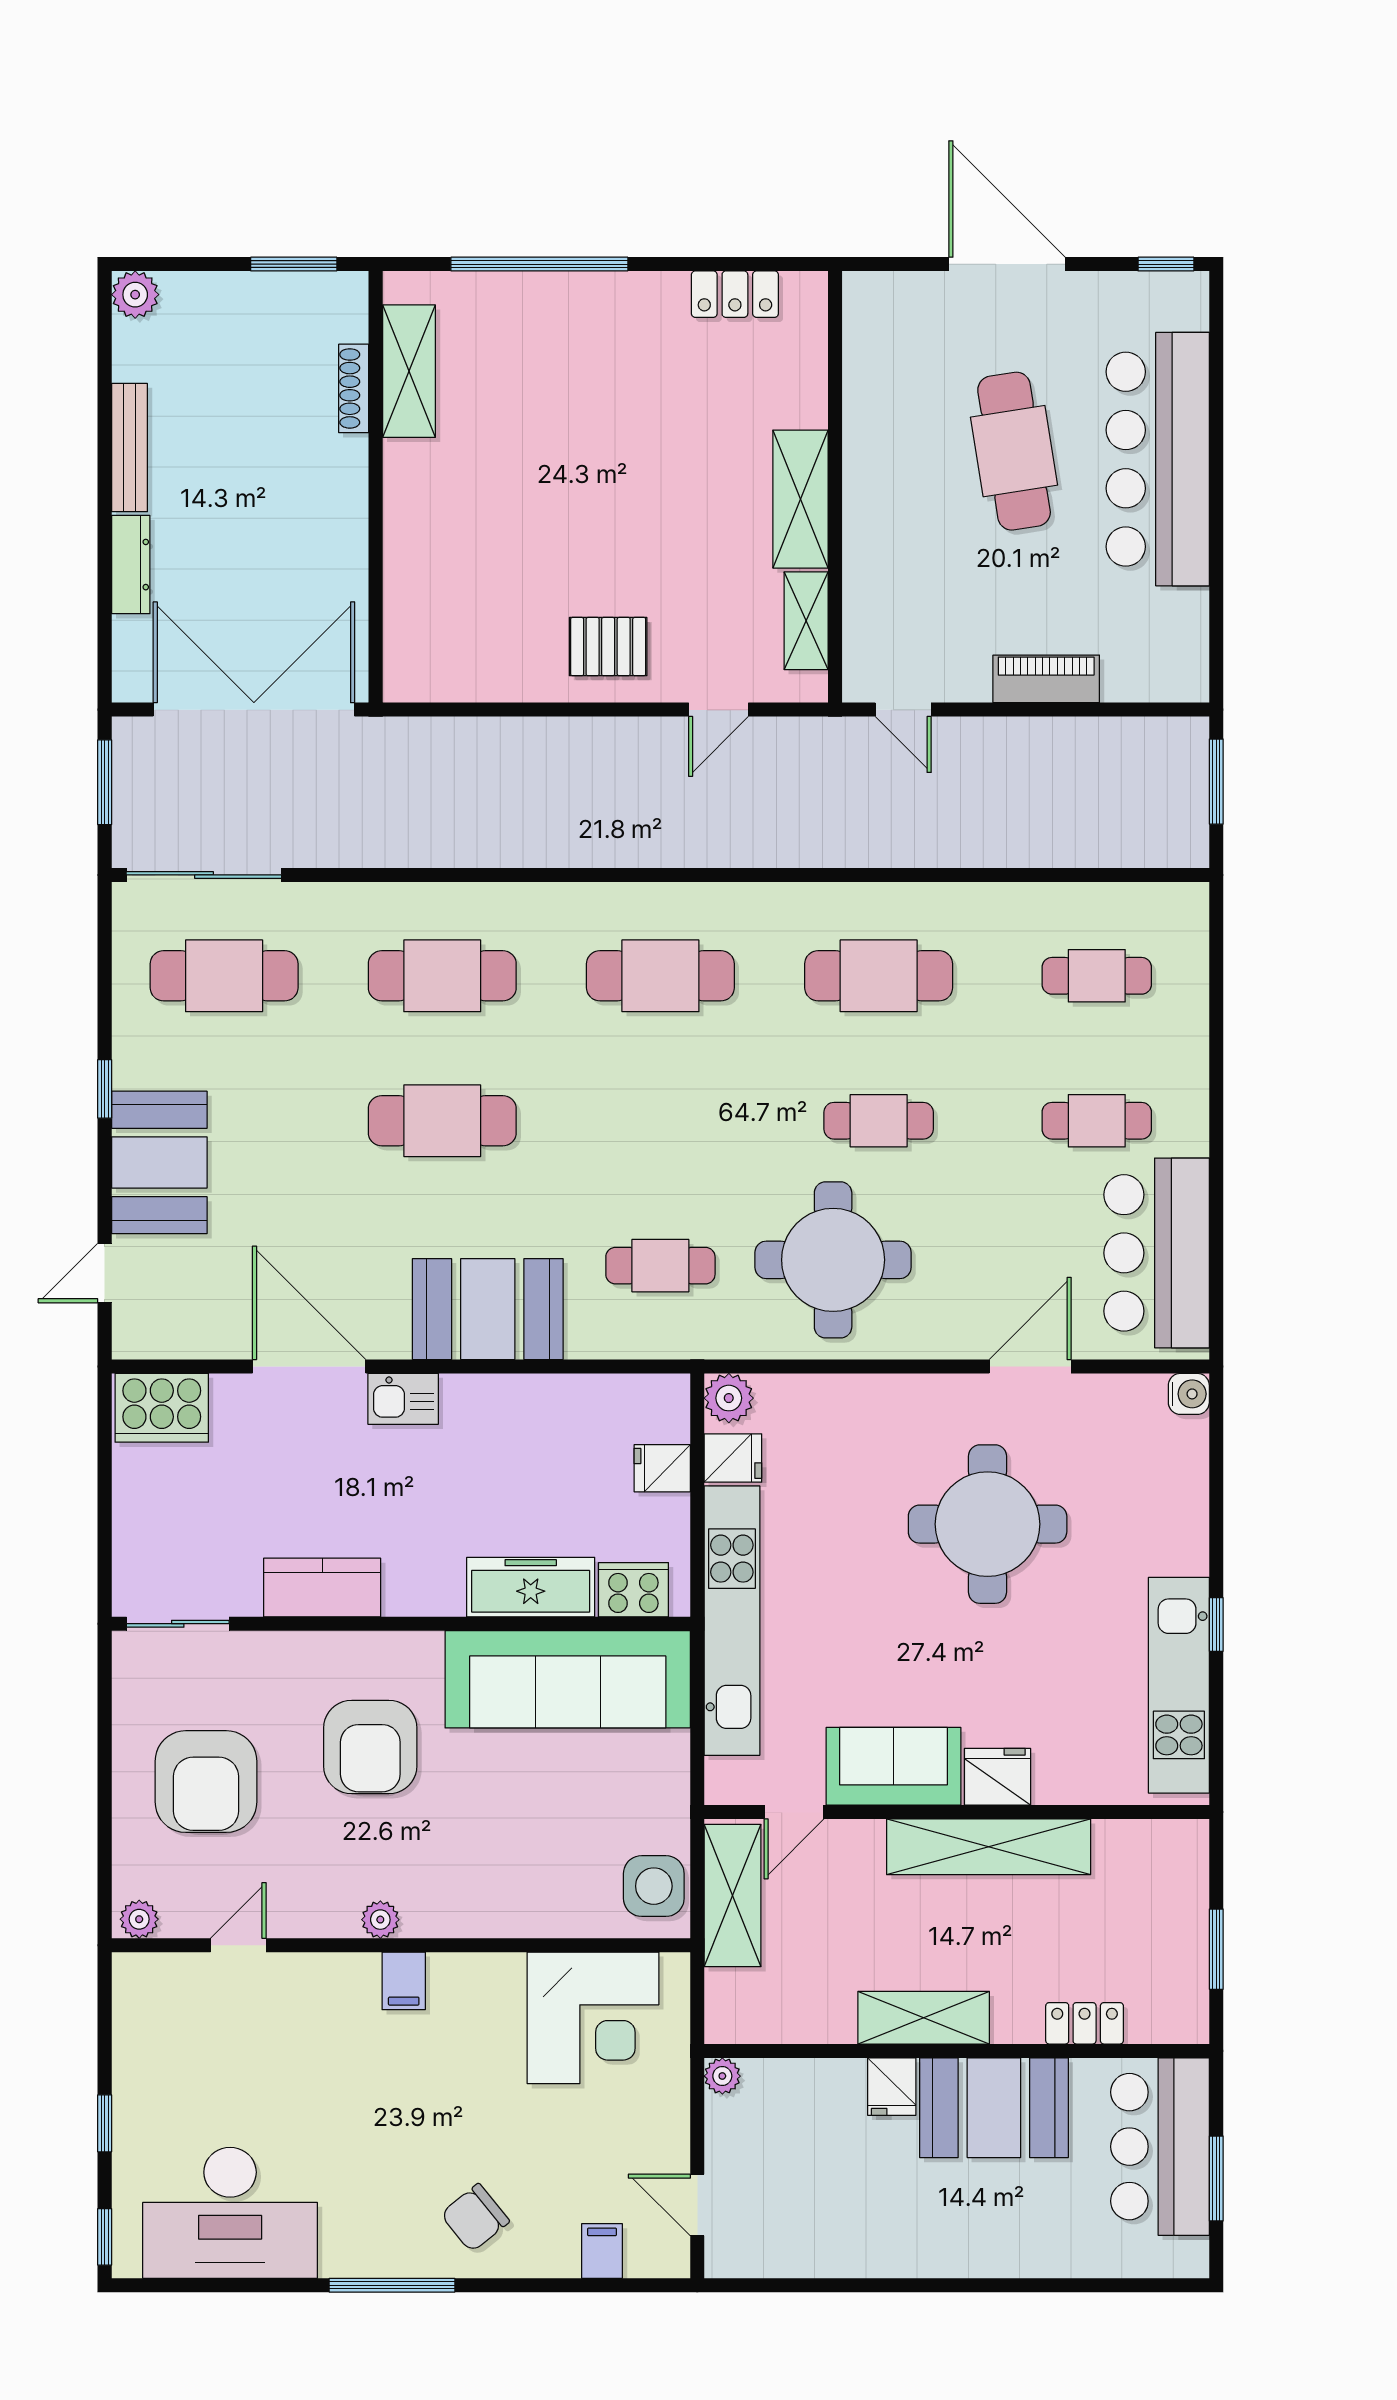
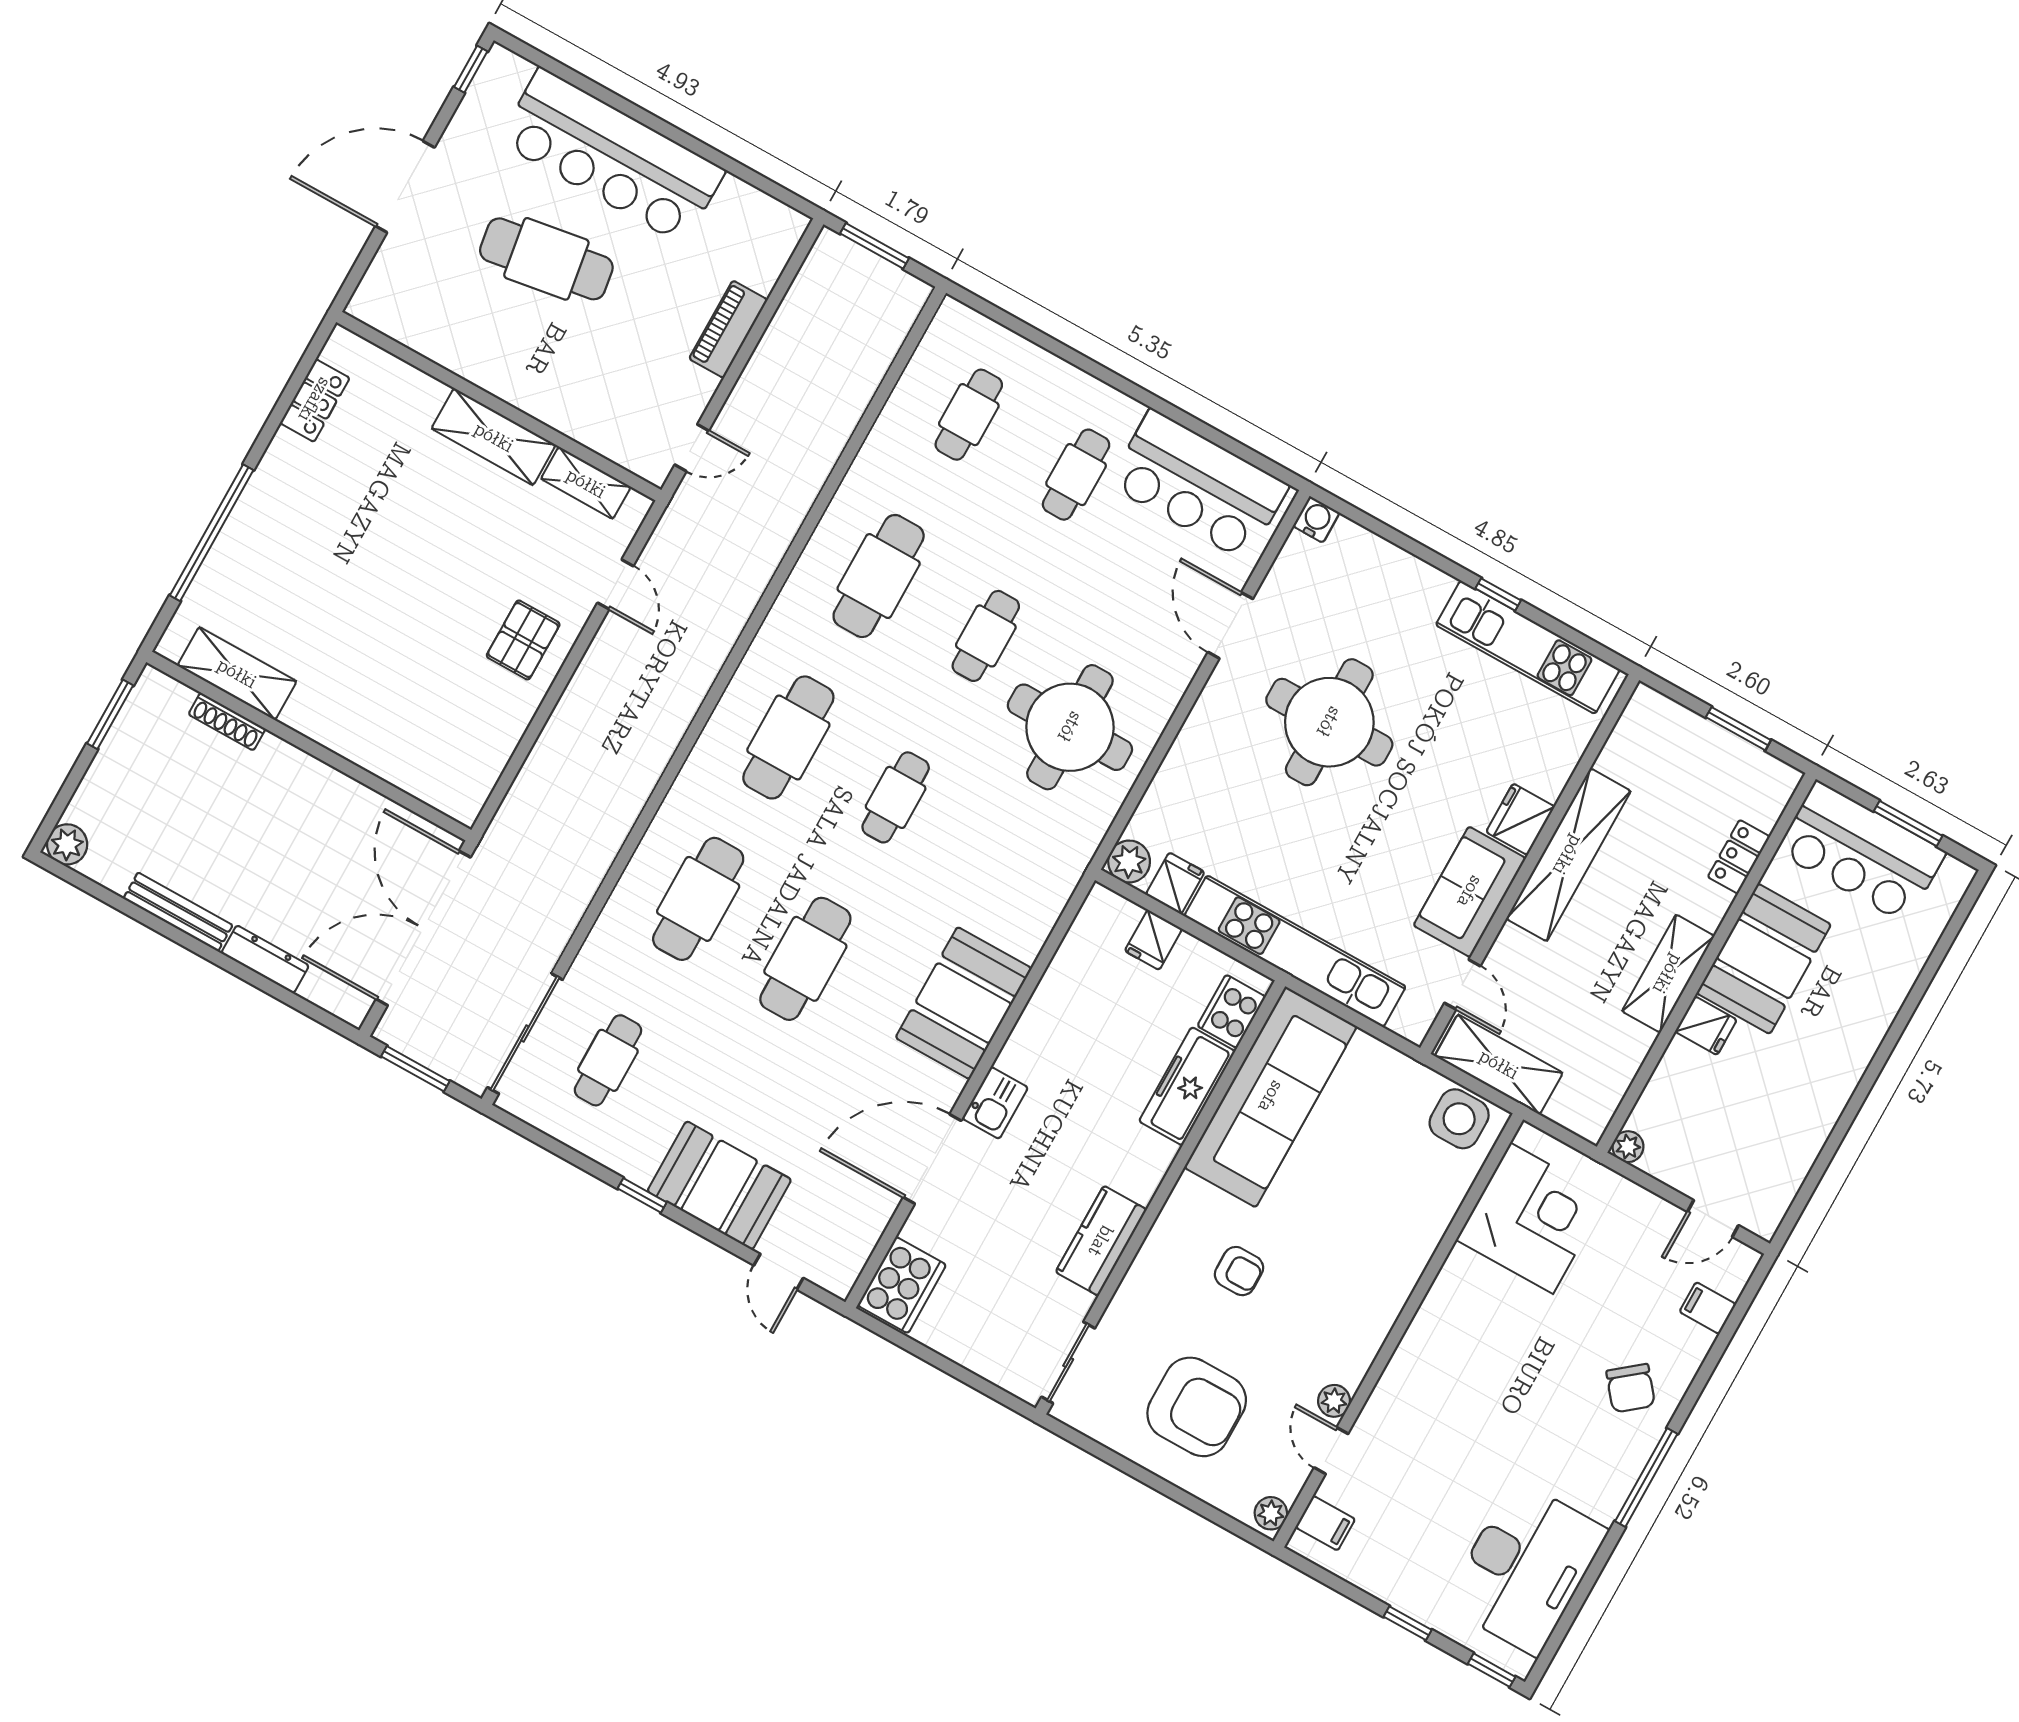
cafe table: (224, 976) -> (608, 1060), width x0.73, depth x0.74
cafe table: (660, 1266) -> (896, 797), moved
armchair: (370, 1747) -> (1239, 1271), width x0.53, depth x0.53
plant: (380, 1920) -> (1334, 1401), moved
filing cabinet: (404, 1981) -> (1325, 1523), moved

